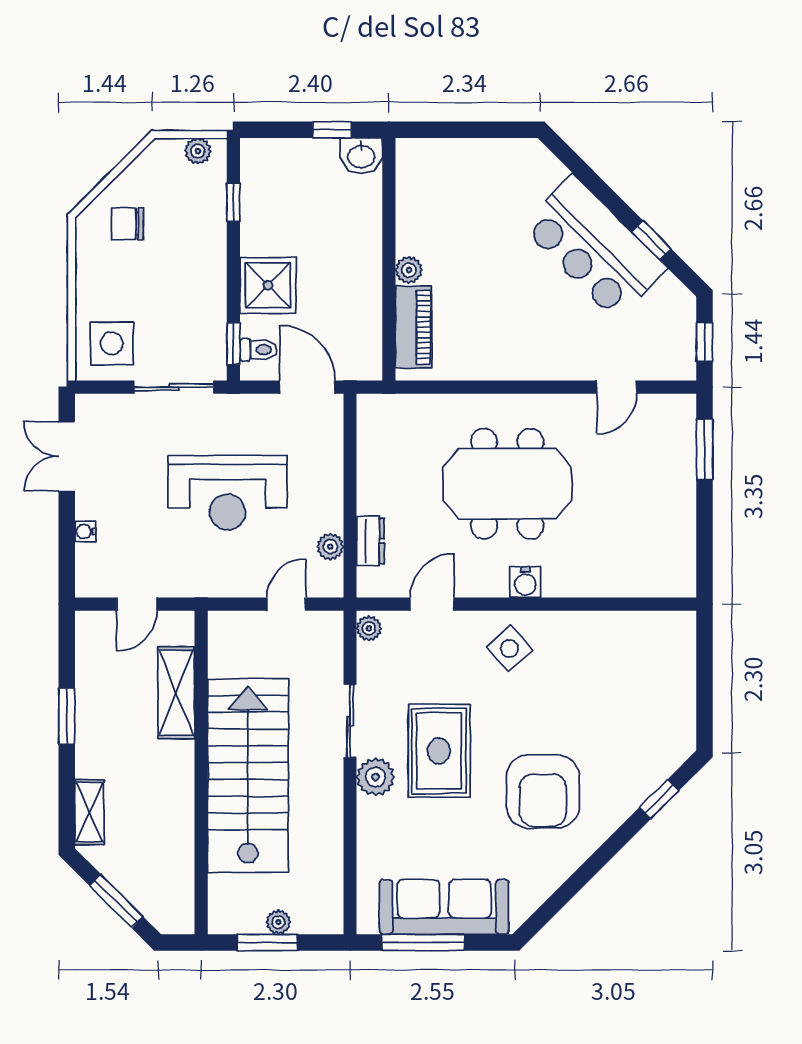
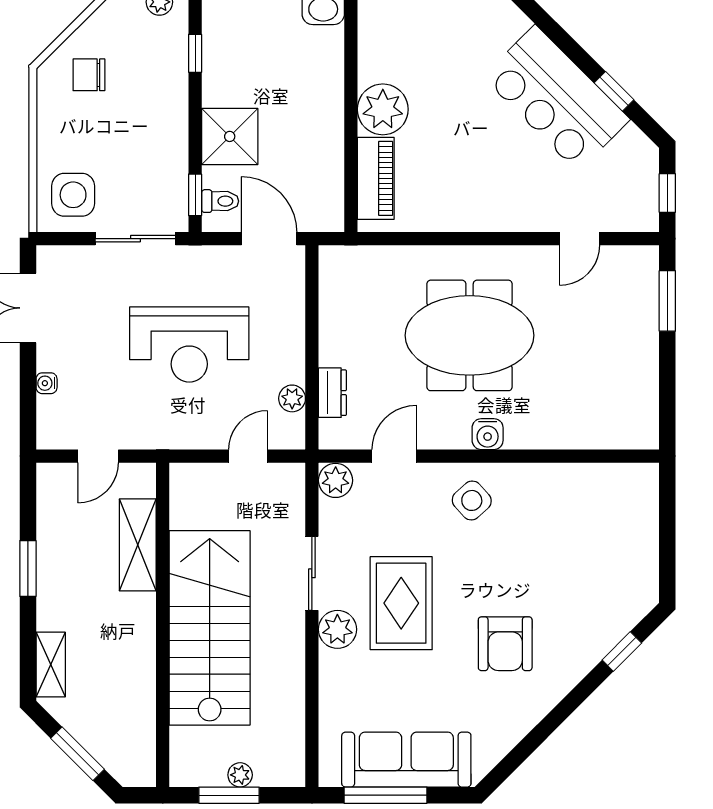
plant: (409, 270) -> (383, 109), width x1.87, depth x1.87
plant: (369, 628) -> (336, 480), width x1.38, depth x1.38
armchair: (543, 791) -> (505, 644), width x0.73, depth x0.73

